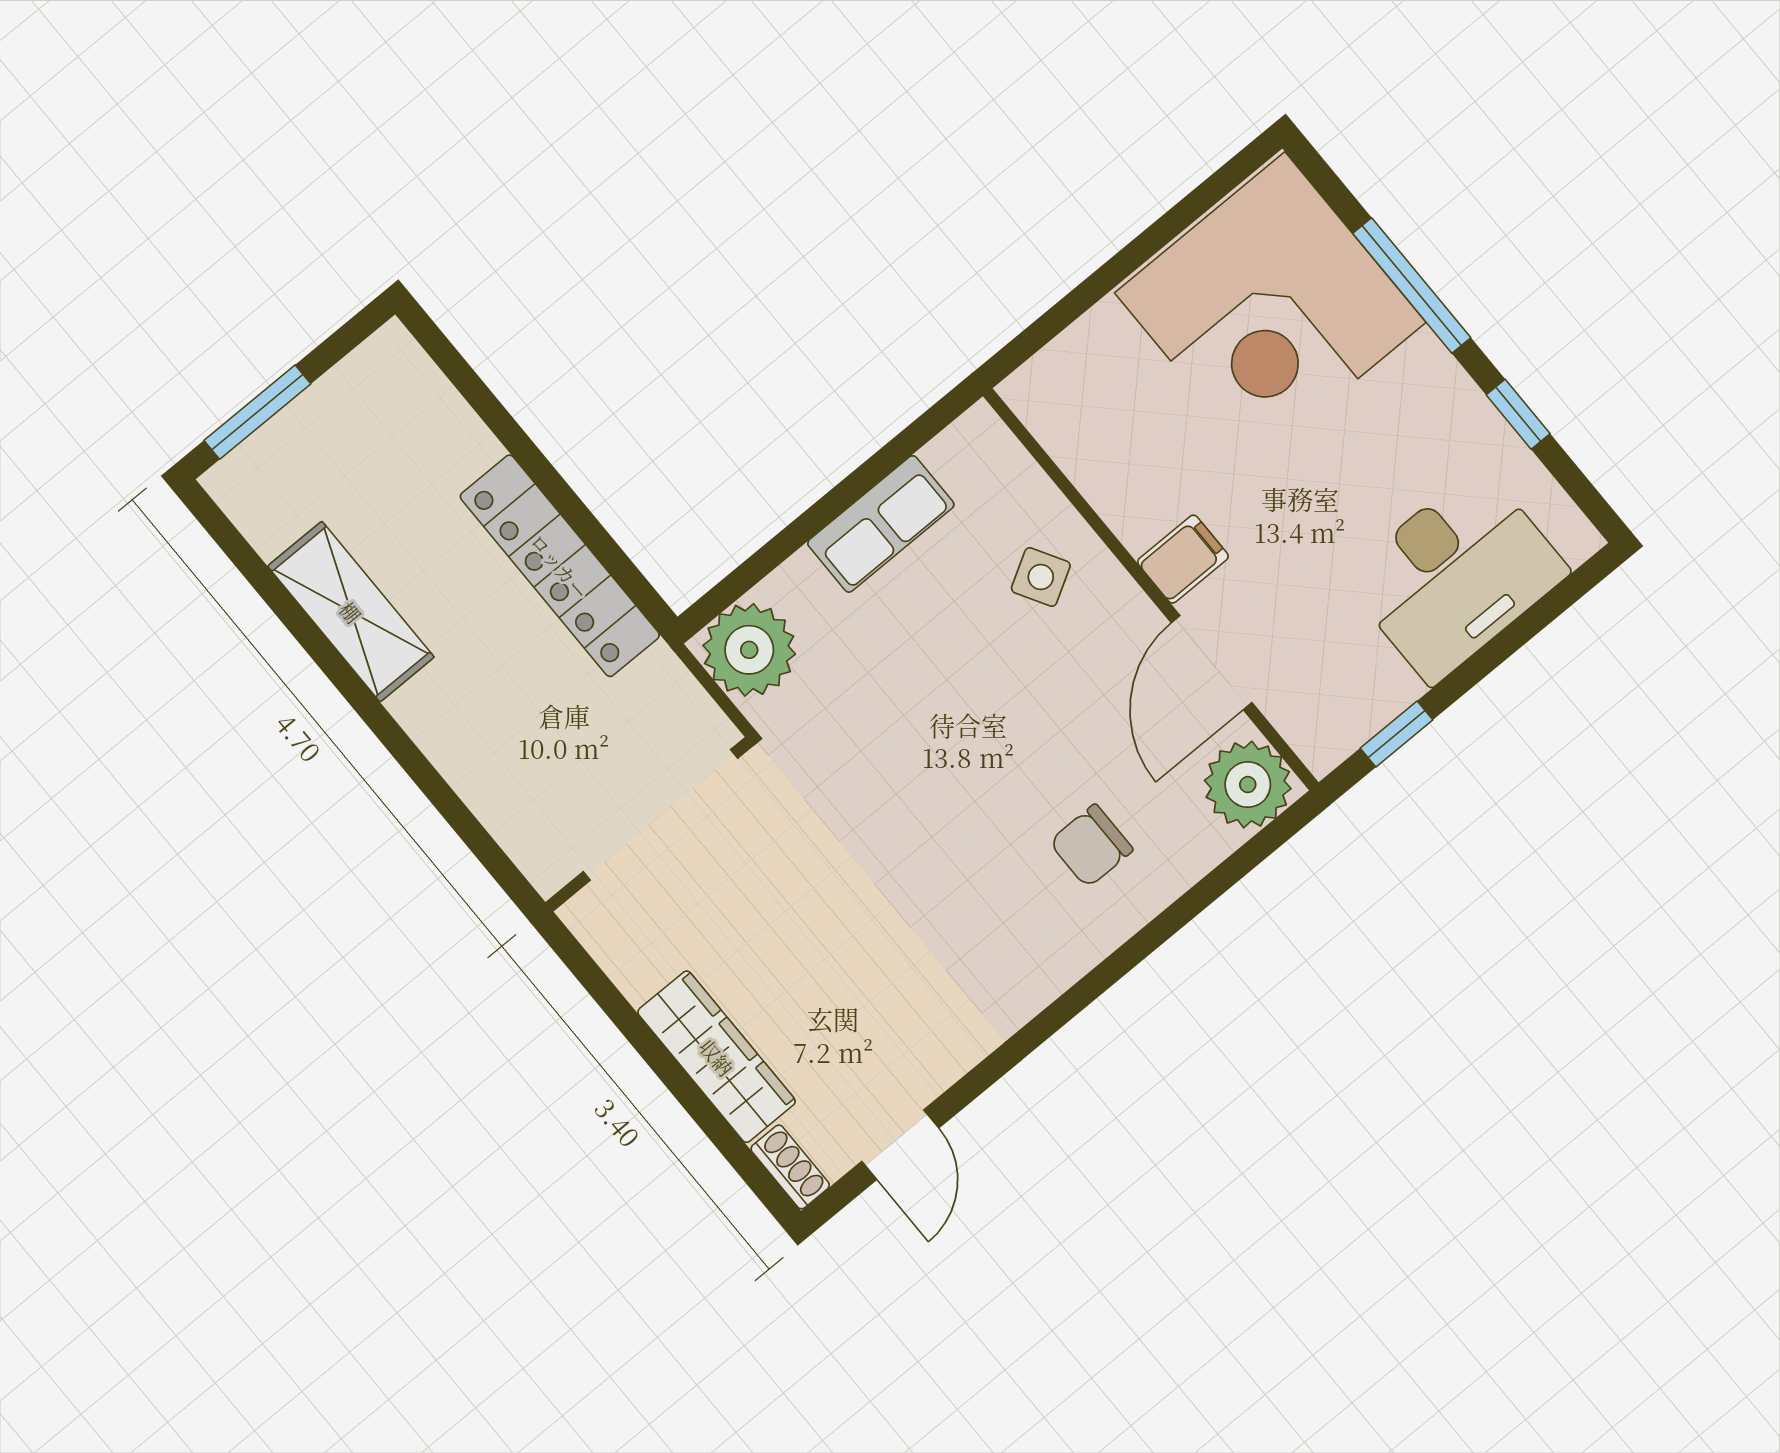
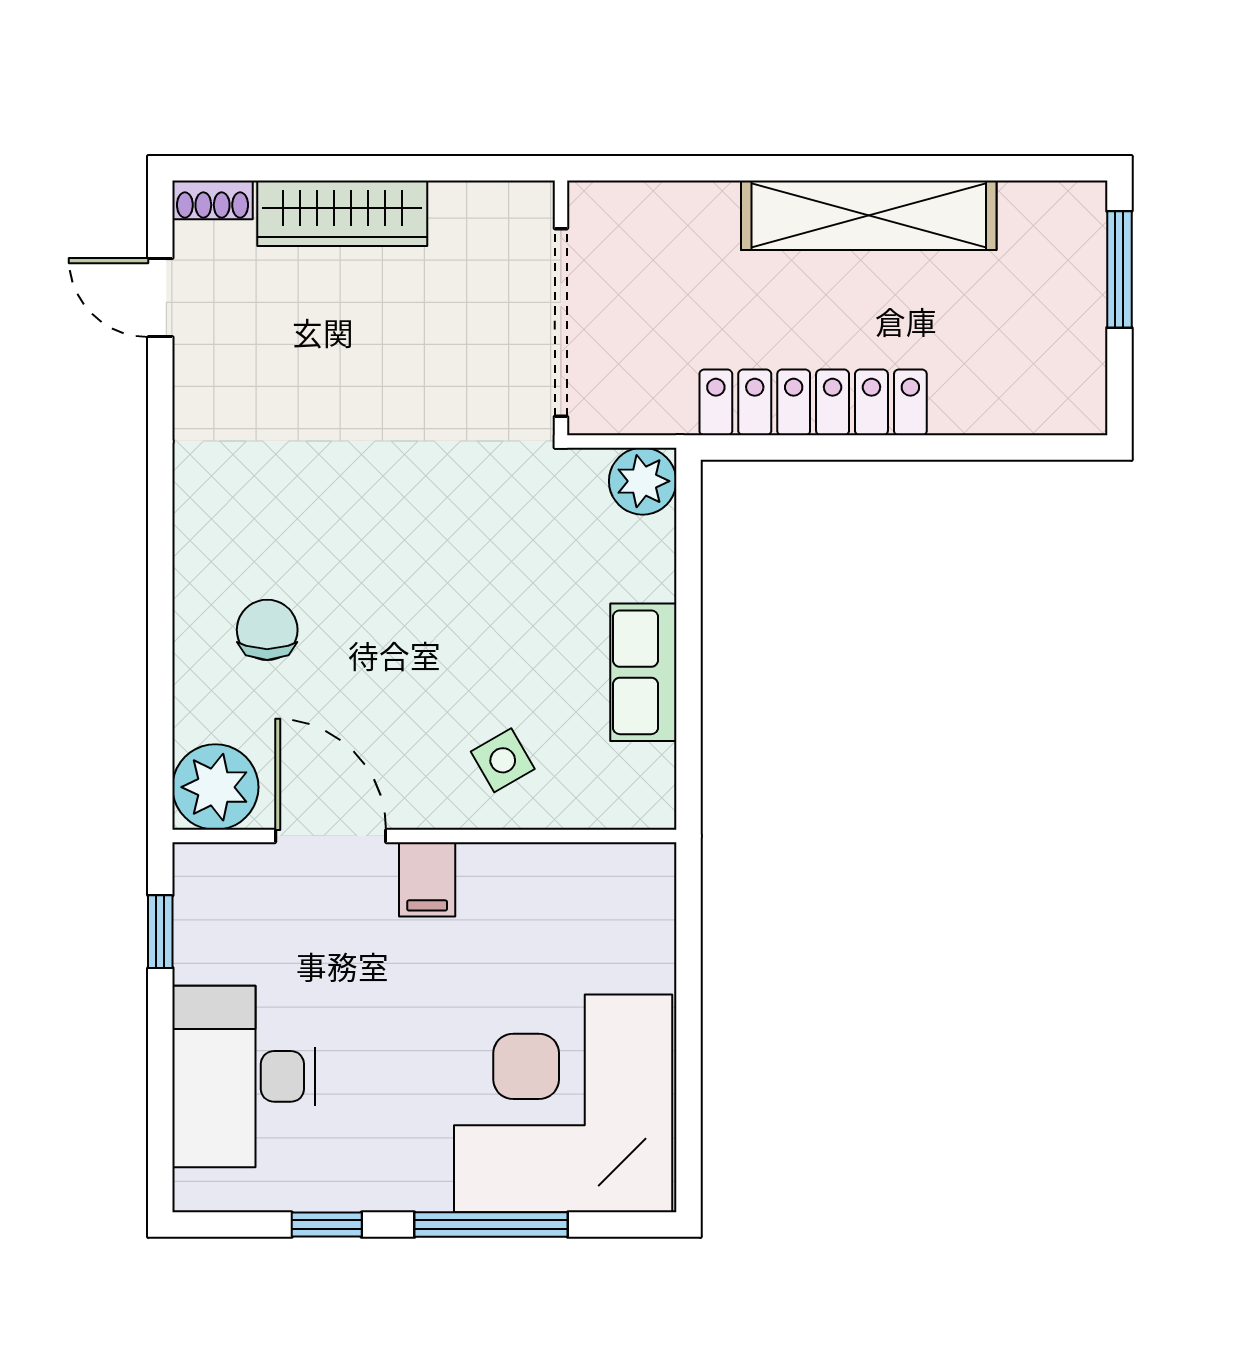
shelving: (351, 612) -> (869, 215), width x1.47
plant: (749, 650) -> (643, 481), width x0.73, depth x0.73

